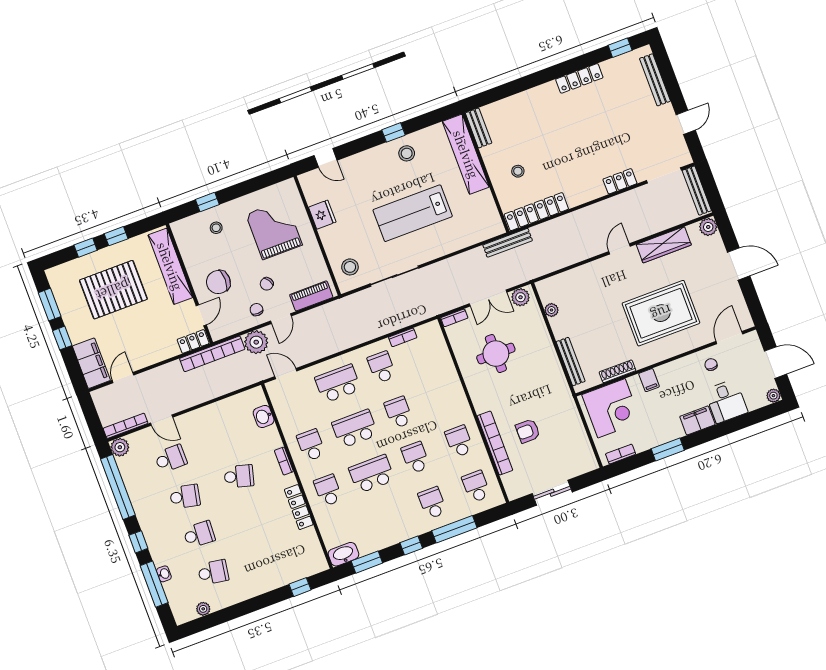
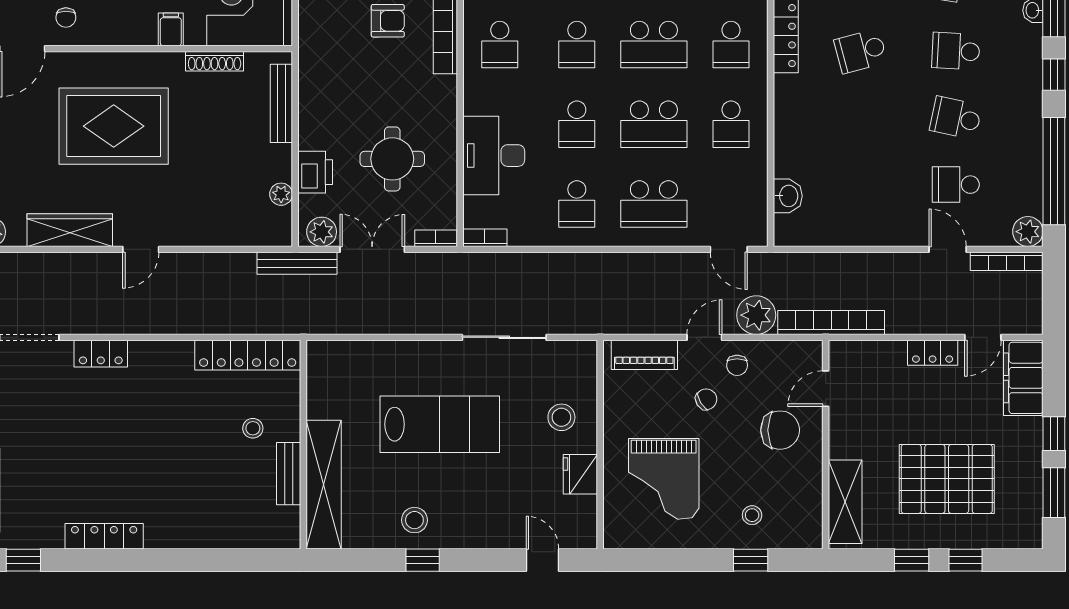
bench: (479, 128) -> (289, 474), moved
bench: (508, 243) -> (297, 263), moved
shelving: (170, 266) -> (845, 502), width x0.68
stool: (350, 267) -> (561, 417), moved
printer: (537, 330) -> (315, 172), added
bookcase: (403, 337) -> (485, 238), moved
locker: (193, 341) -> (933, 353), moved
desk: (439, 377) -> (494, 156), added
bookcase: (284, 461) -> (782, 115), removed
school desk: (239, 476) -> (861, 51), moved, turned -30

